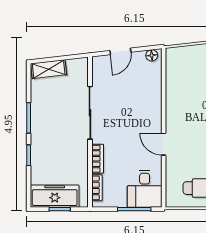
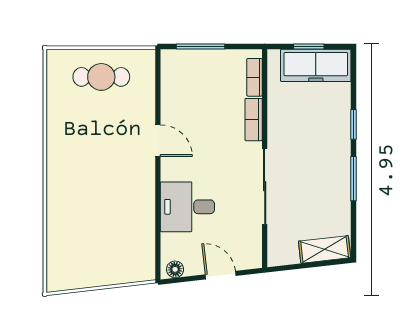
door: (120, 51) -> (221, 275), hinge flipped
desk: (145, 189) -> (187, 207), moved, turned -90

